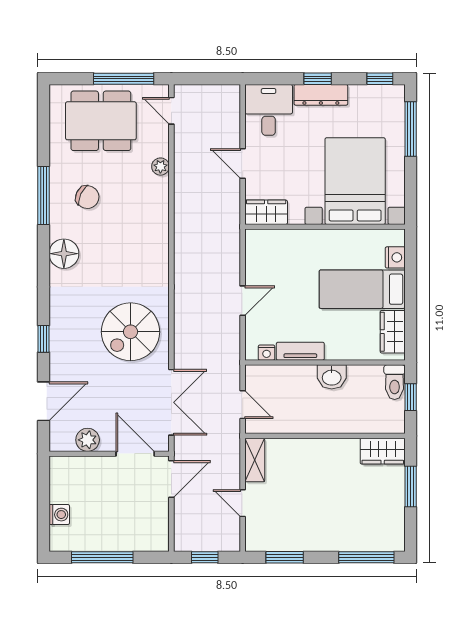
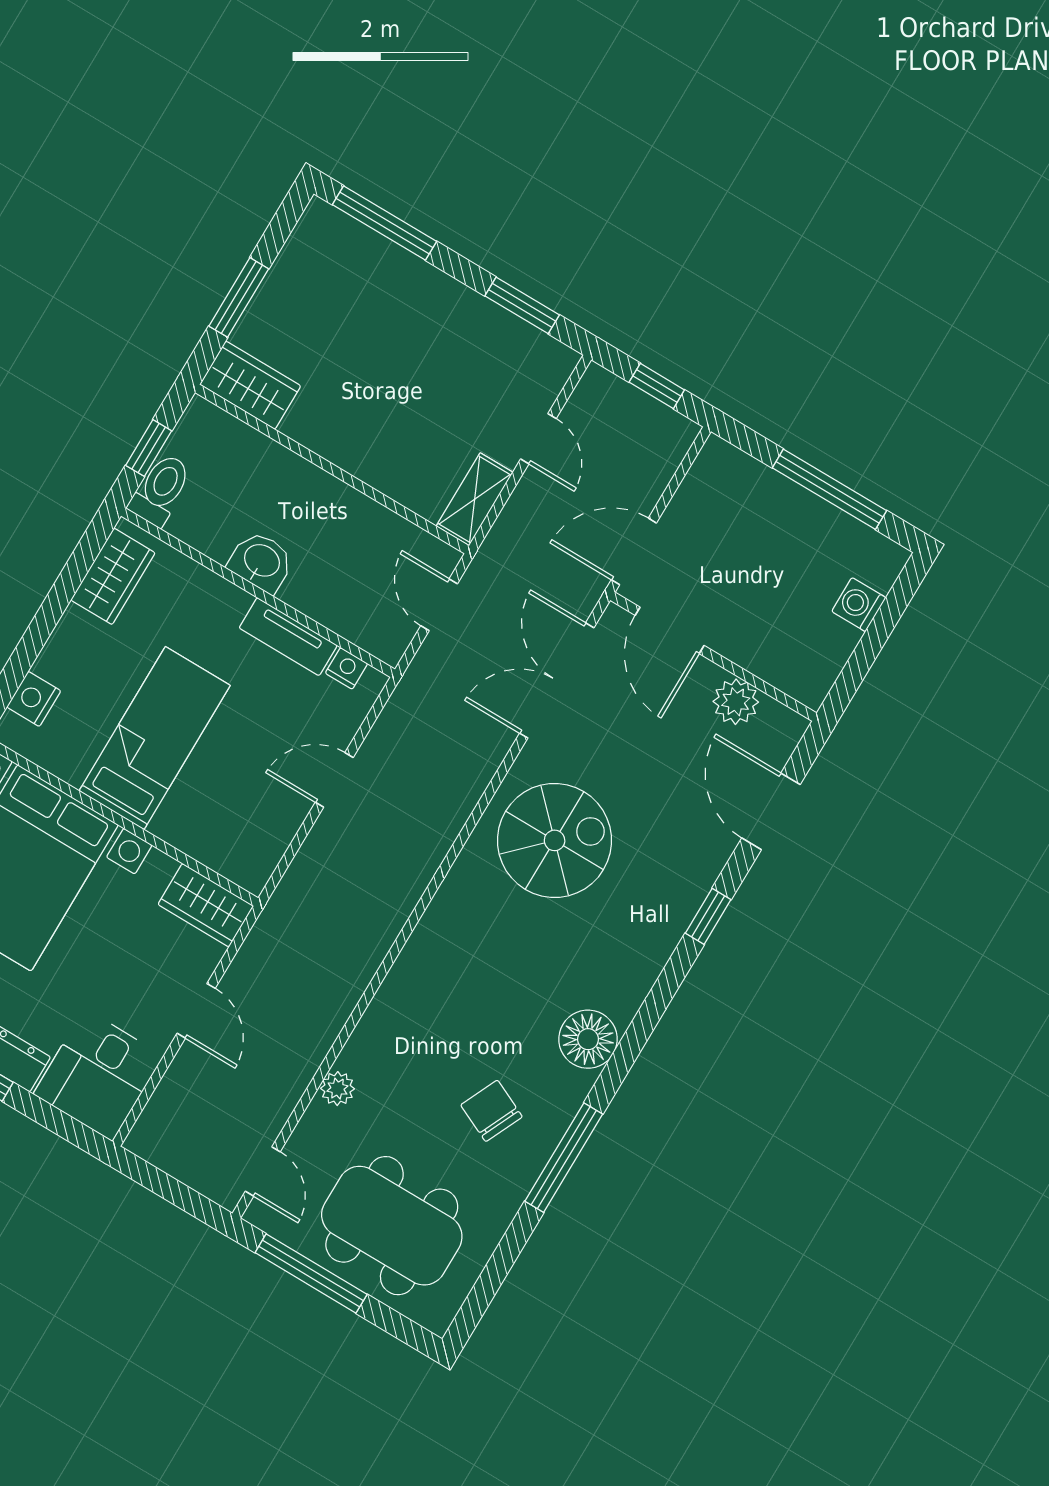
bed: (362, 289) -> (155, 738), moved, turned -90
door: (43, 401) -> (771, 811), hinge flipped

